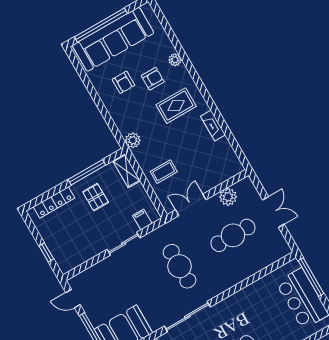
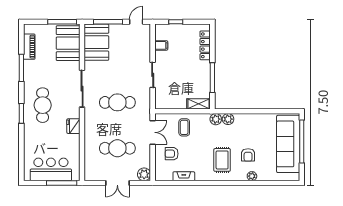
armchair: (123, 82) -> (172, 154), moved
plant: (125, 126) -> (228, 119), added
fireplace: (213, 126) -> (184, 176), moved
pallet: (96, 197) -> (193, 74), removed
plant: (228, 197) -> (144, 174), moved
filing cabinet: (142, 219) -> (161, 45), moved
cafe table: (233, 235) -> (117, 148), turned 90
fridge: (237, 301) -> (73, 126), added

